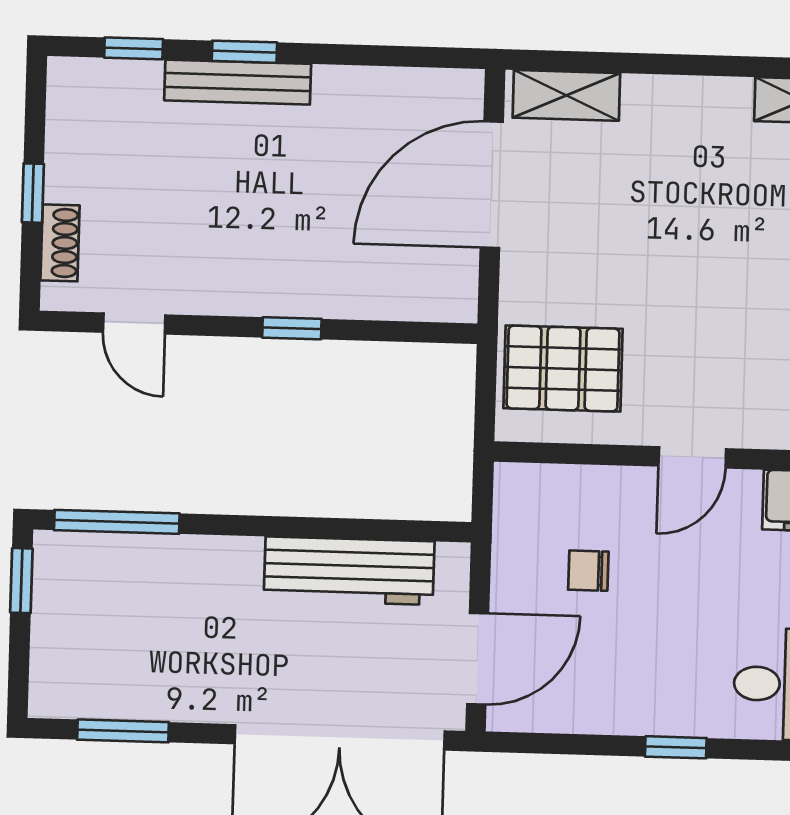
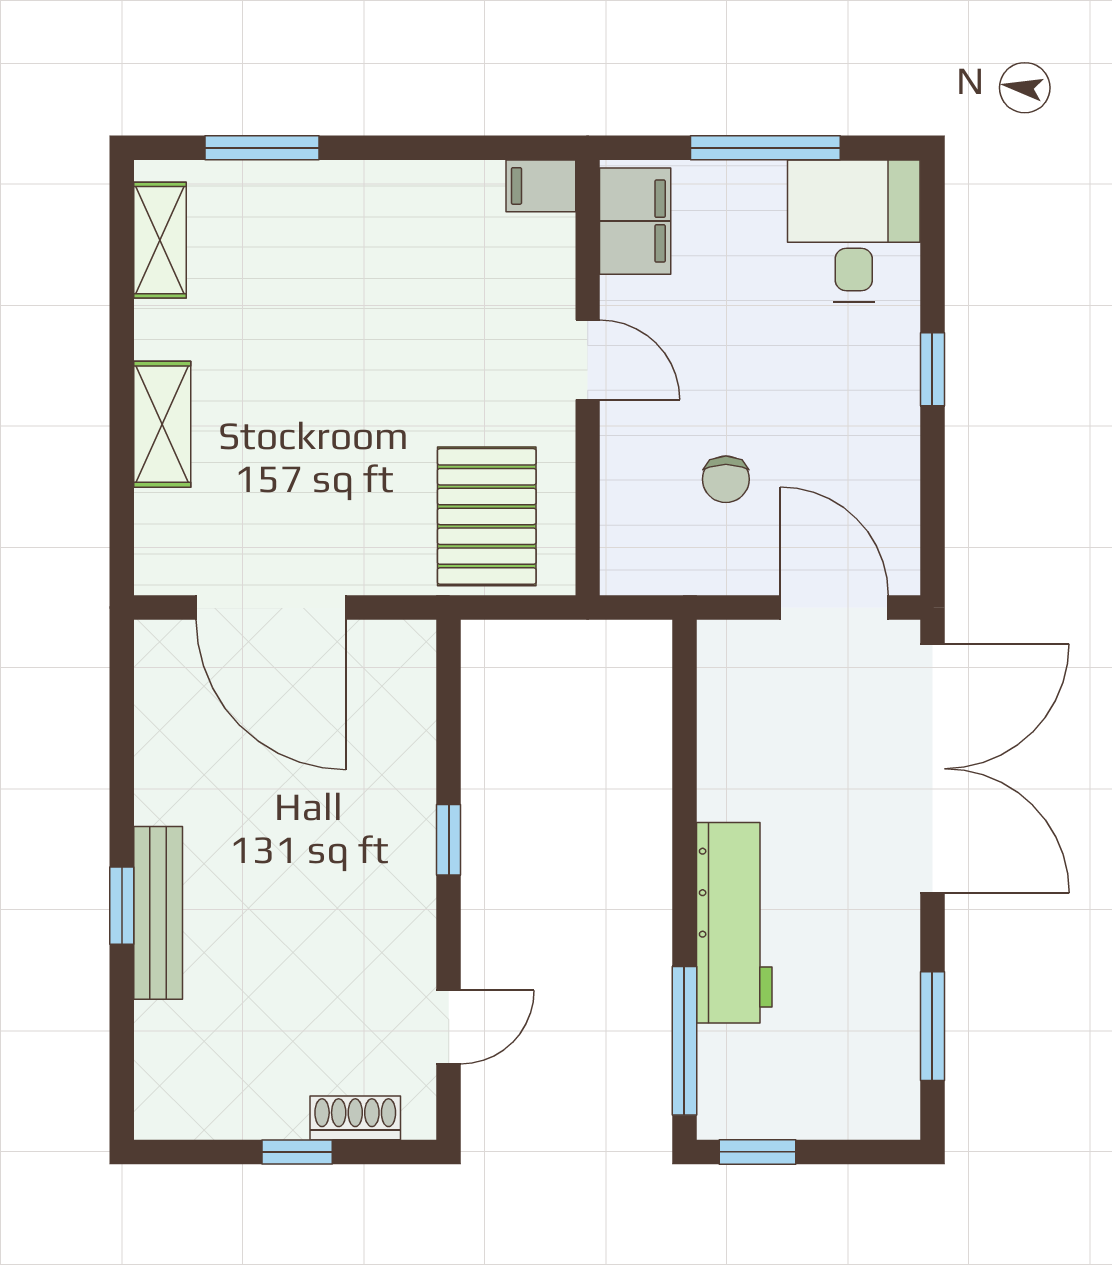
window: (134, 48) -> (122, 1037), removed
shelving: (566, 95) -> (162, 424), moved
workbench: (349, 571) -> (734, 923), moved

